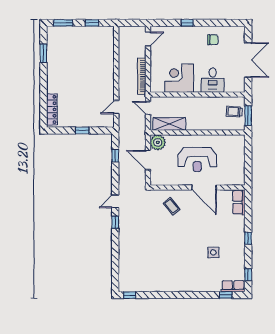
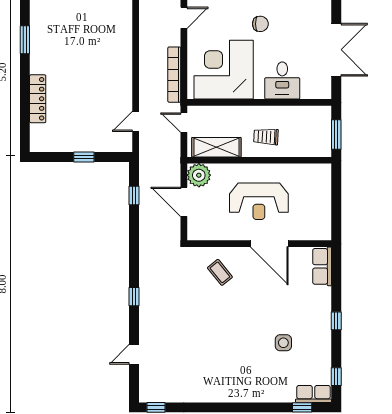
chair: (213, 40) -> (260, 24), moved
corner desk: (179, 78) -> (224, 70), width x1.36, depth x1.36
locker: (52, 109) -> (38, 99), moved
trolley: (234, 112) -> (266, 137), moved
door: (115, 201) -> (134, 354), moved

